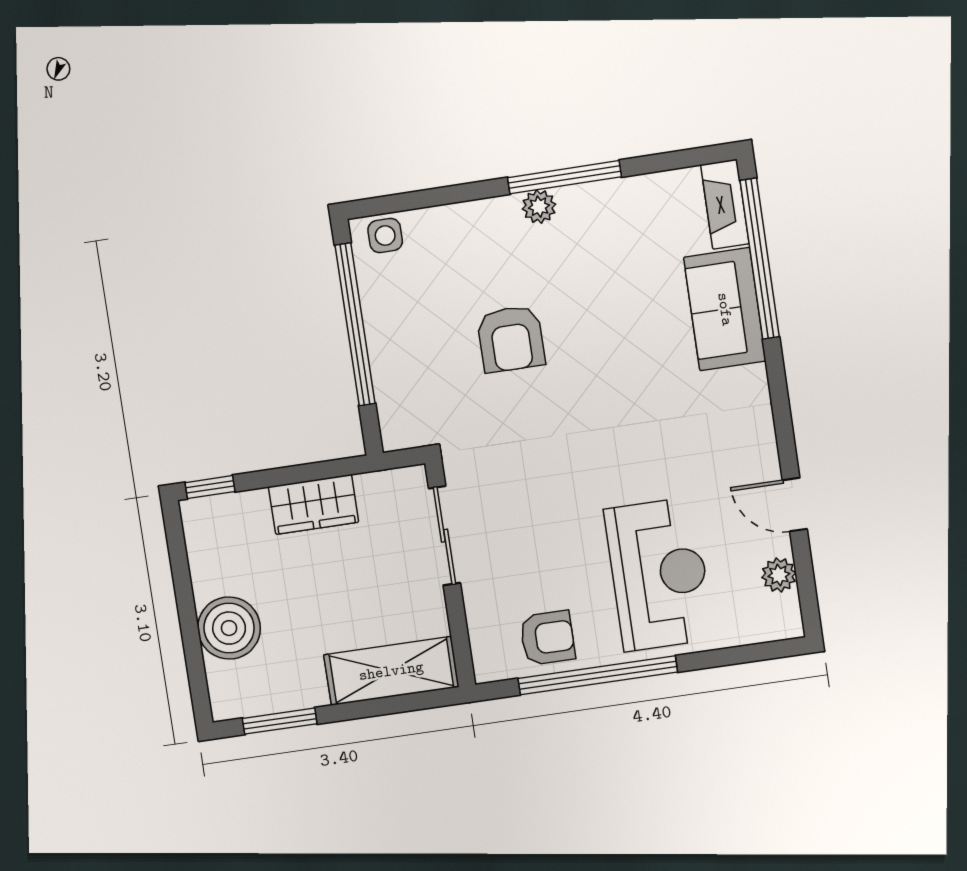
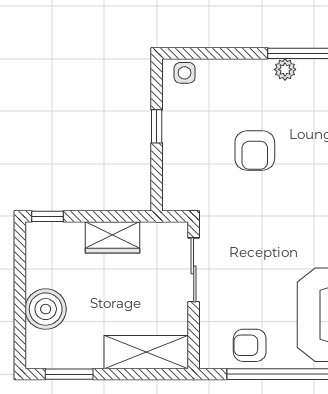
window: (355, 324) -> (157, 126), width x0.32
armchair: (547, 638) -> (250, 345), turned 180

